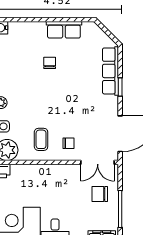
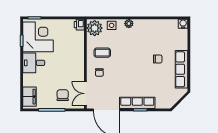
row of seats: (64, 30) -> (182, 69), width x1.48
row of seats: (110, 71) -> (137, 103), moved

